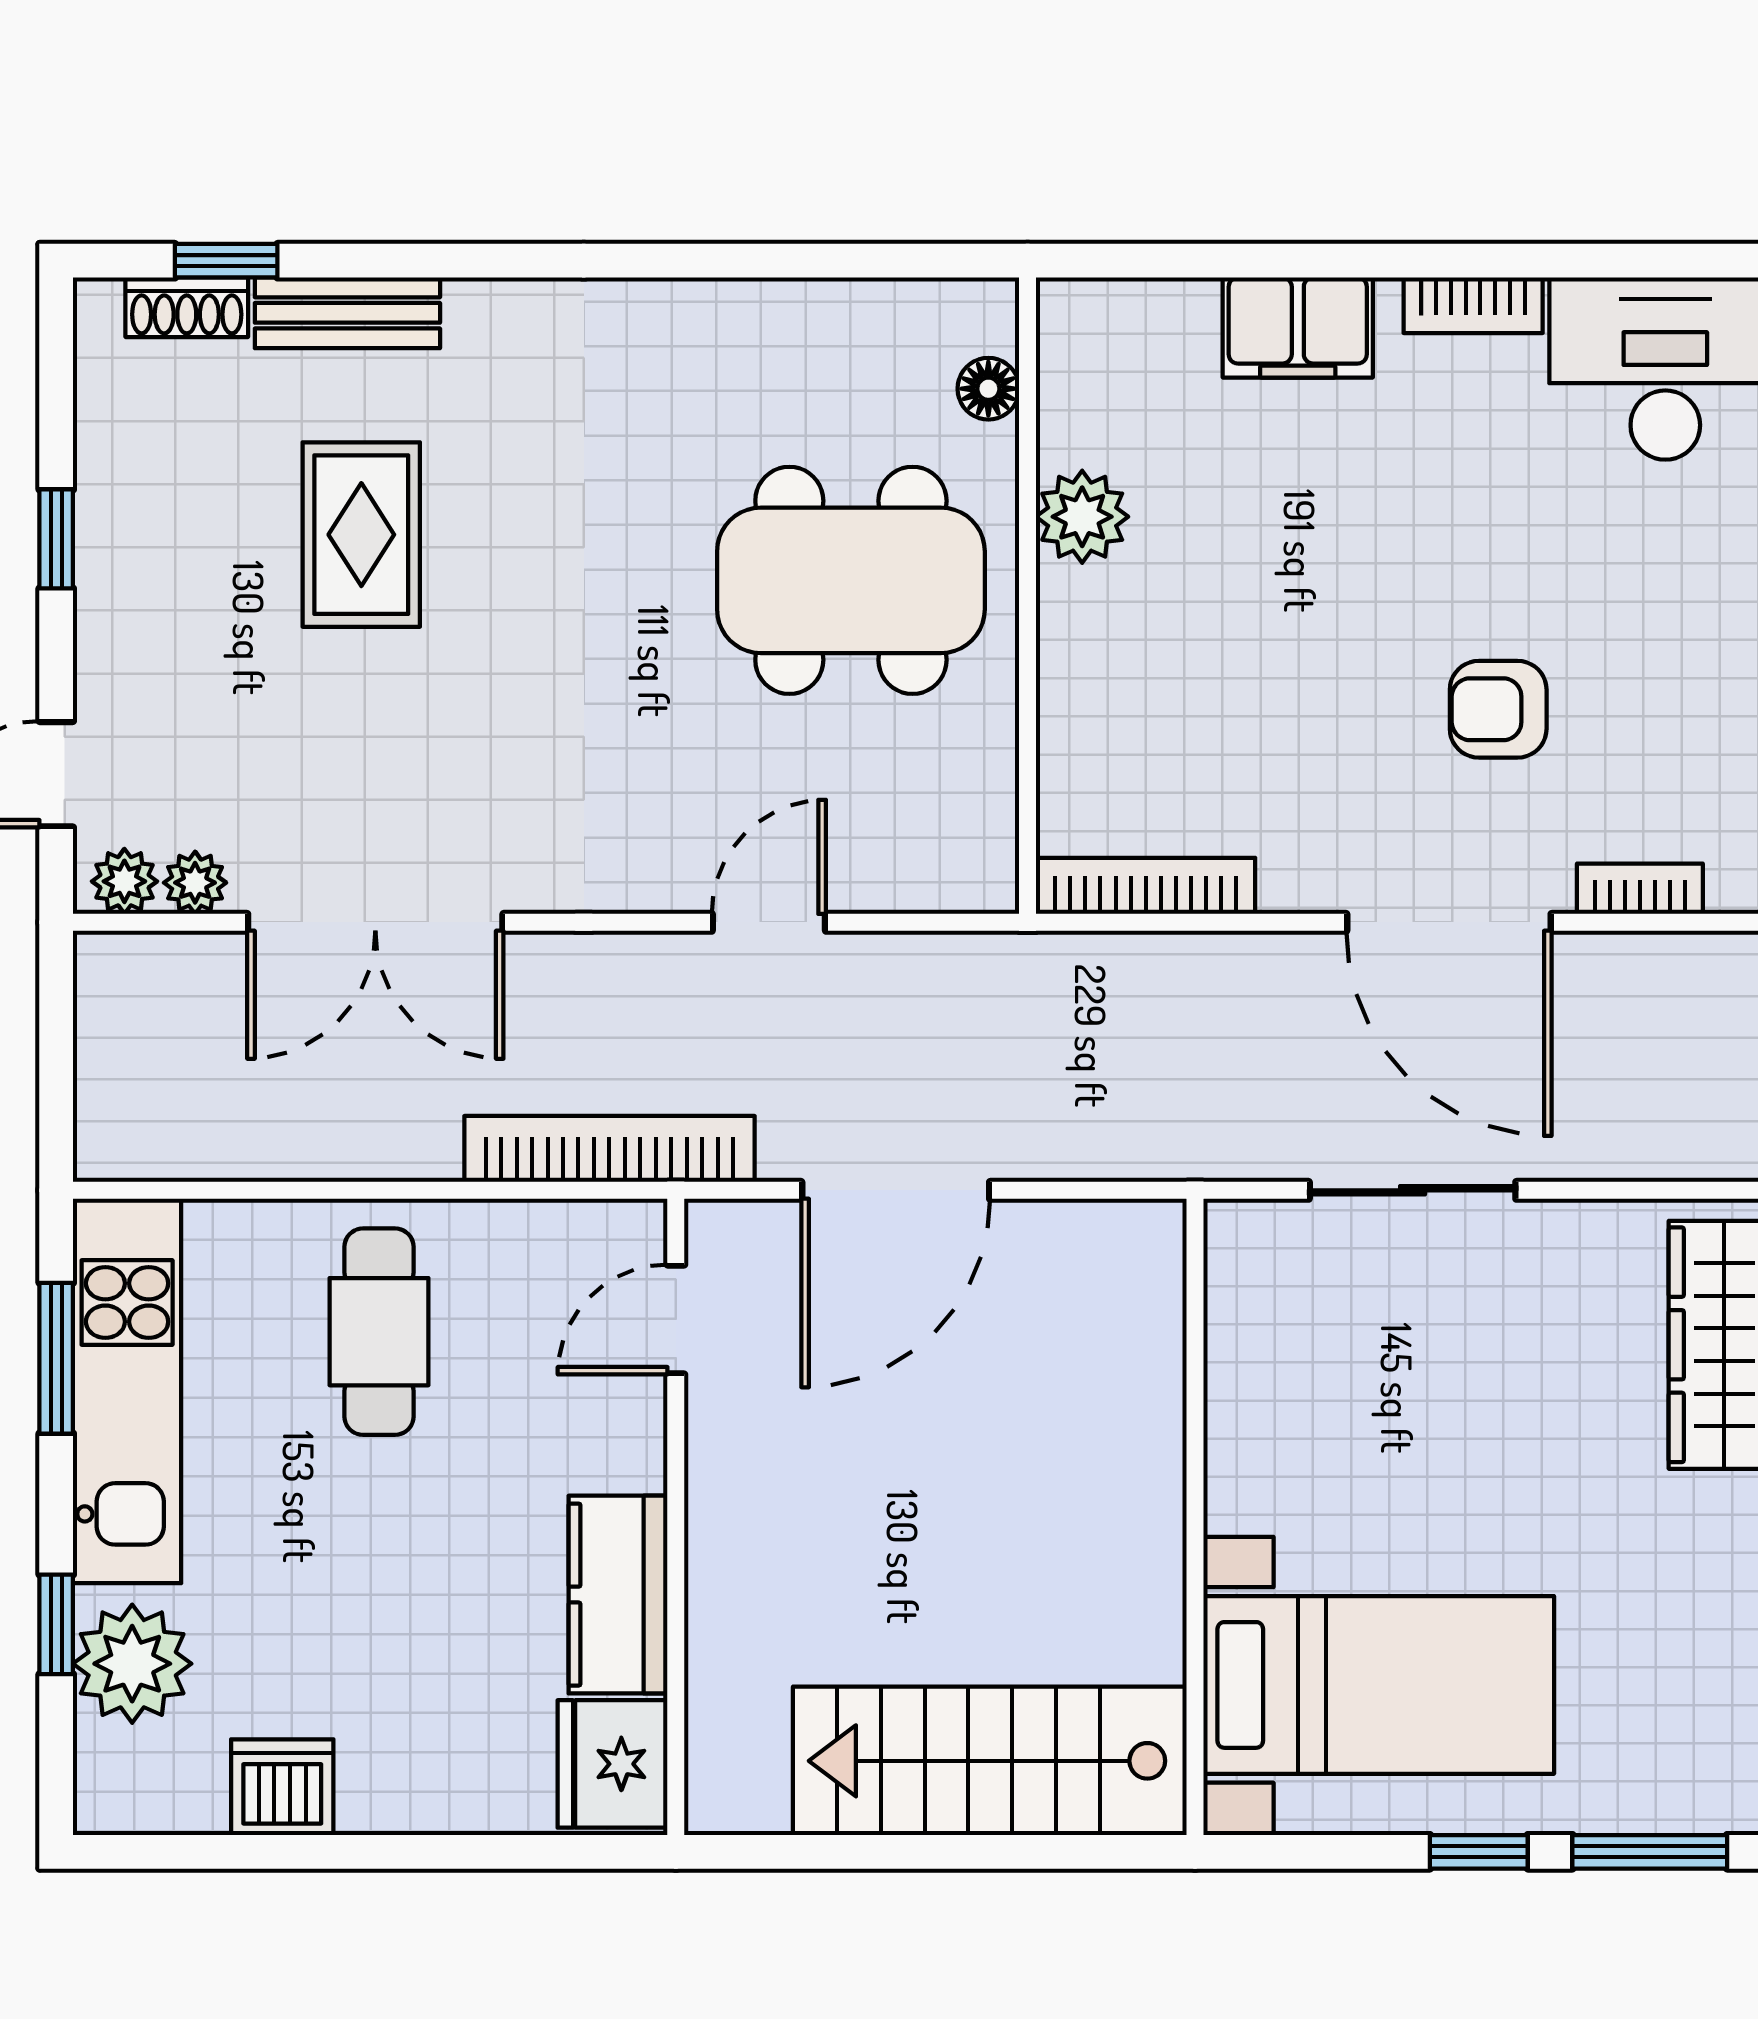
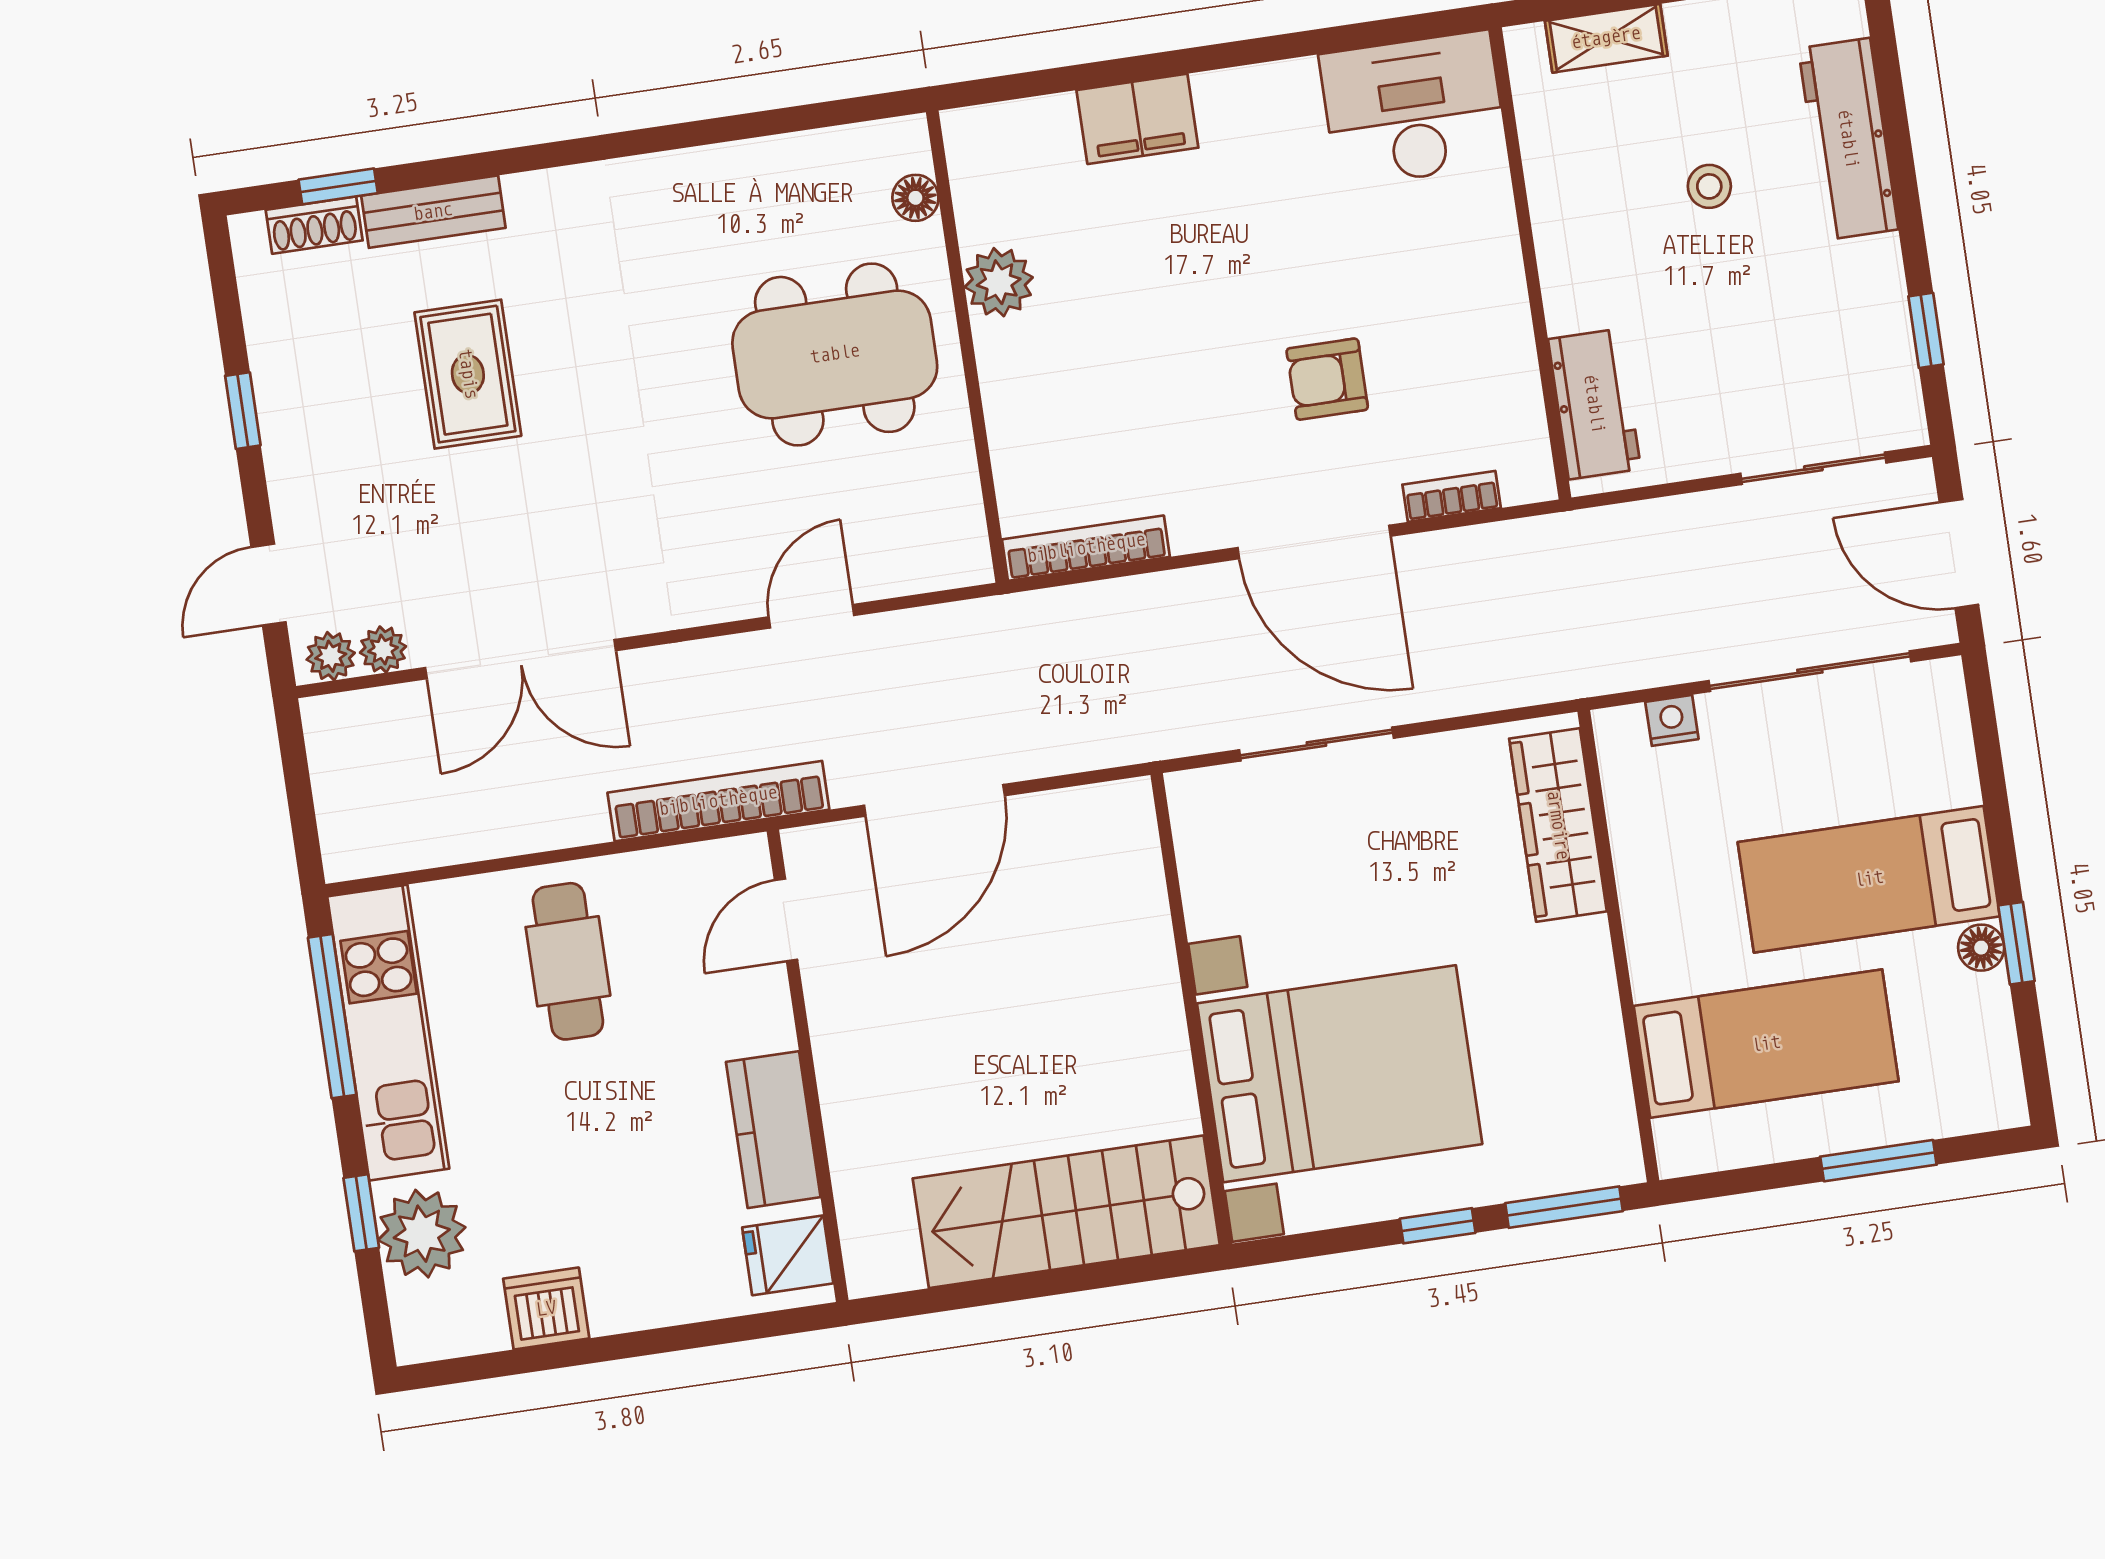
bookcase: (1473, 305) -> (1265, 83), removed
window: (56, 1358) -> (332, 1016), width x1.44
bed with nightstands: (1379, 1685) -> (1340, 1074), width x1.36
fridge: (613, 1764) -> (788, 1255), width x0.72

